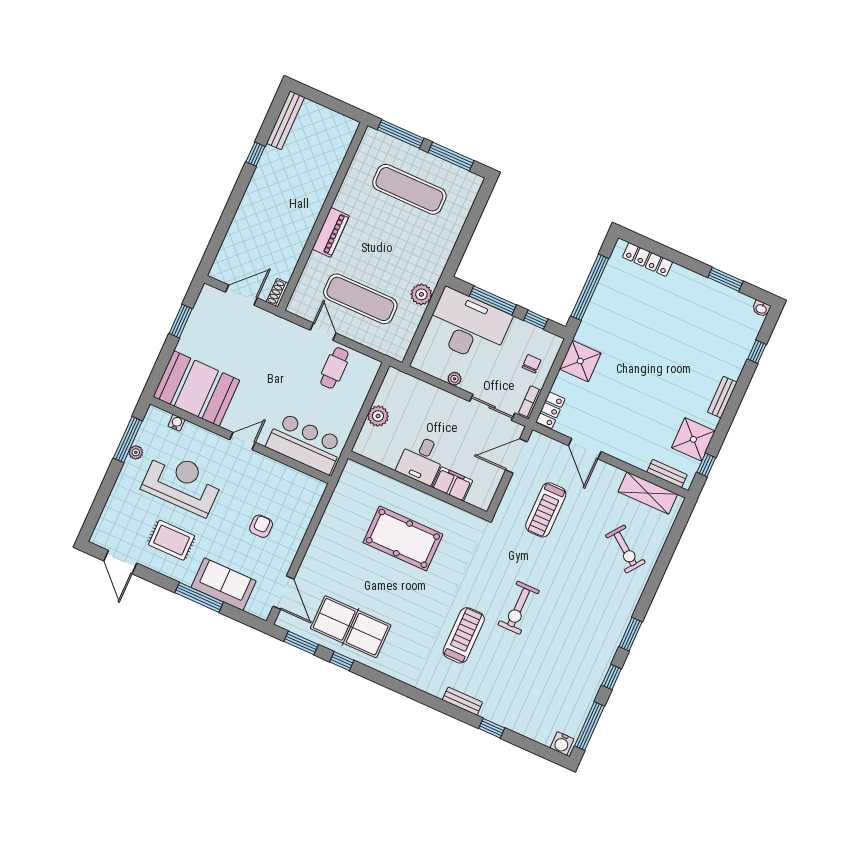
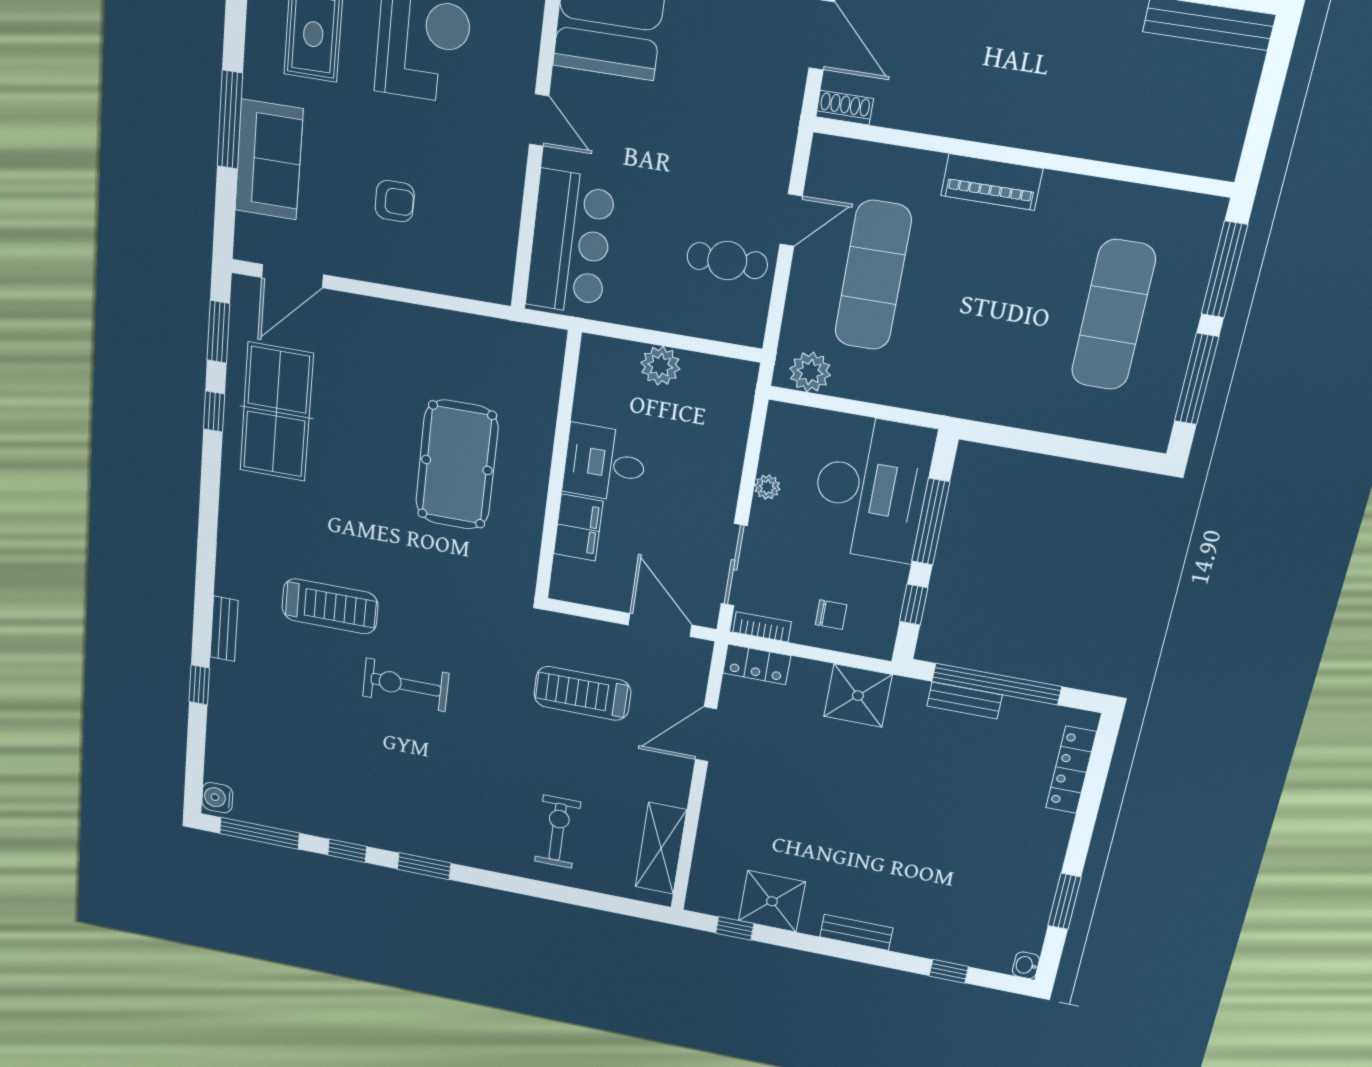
plant: (421, 294) -> (810, 372), moved
bench: (667, 473) -> (964, 700), moved, turned 90
exercise bike: (625, 549) -> (558, 832), turned 143

